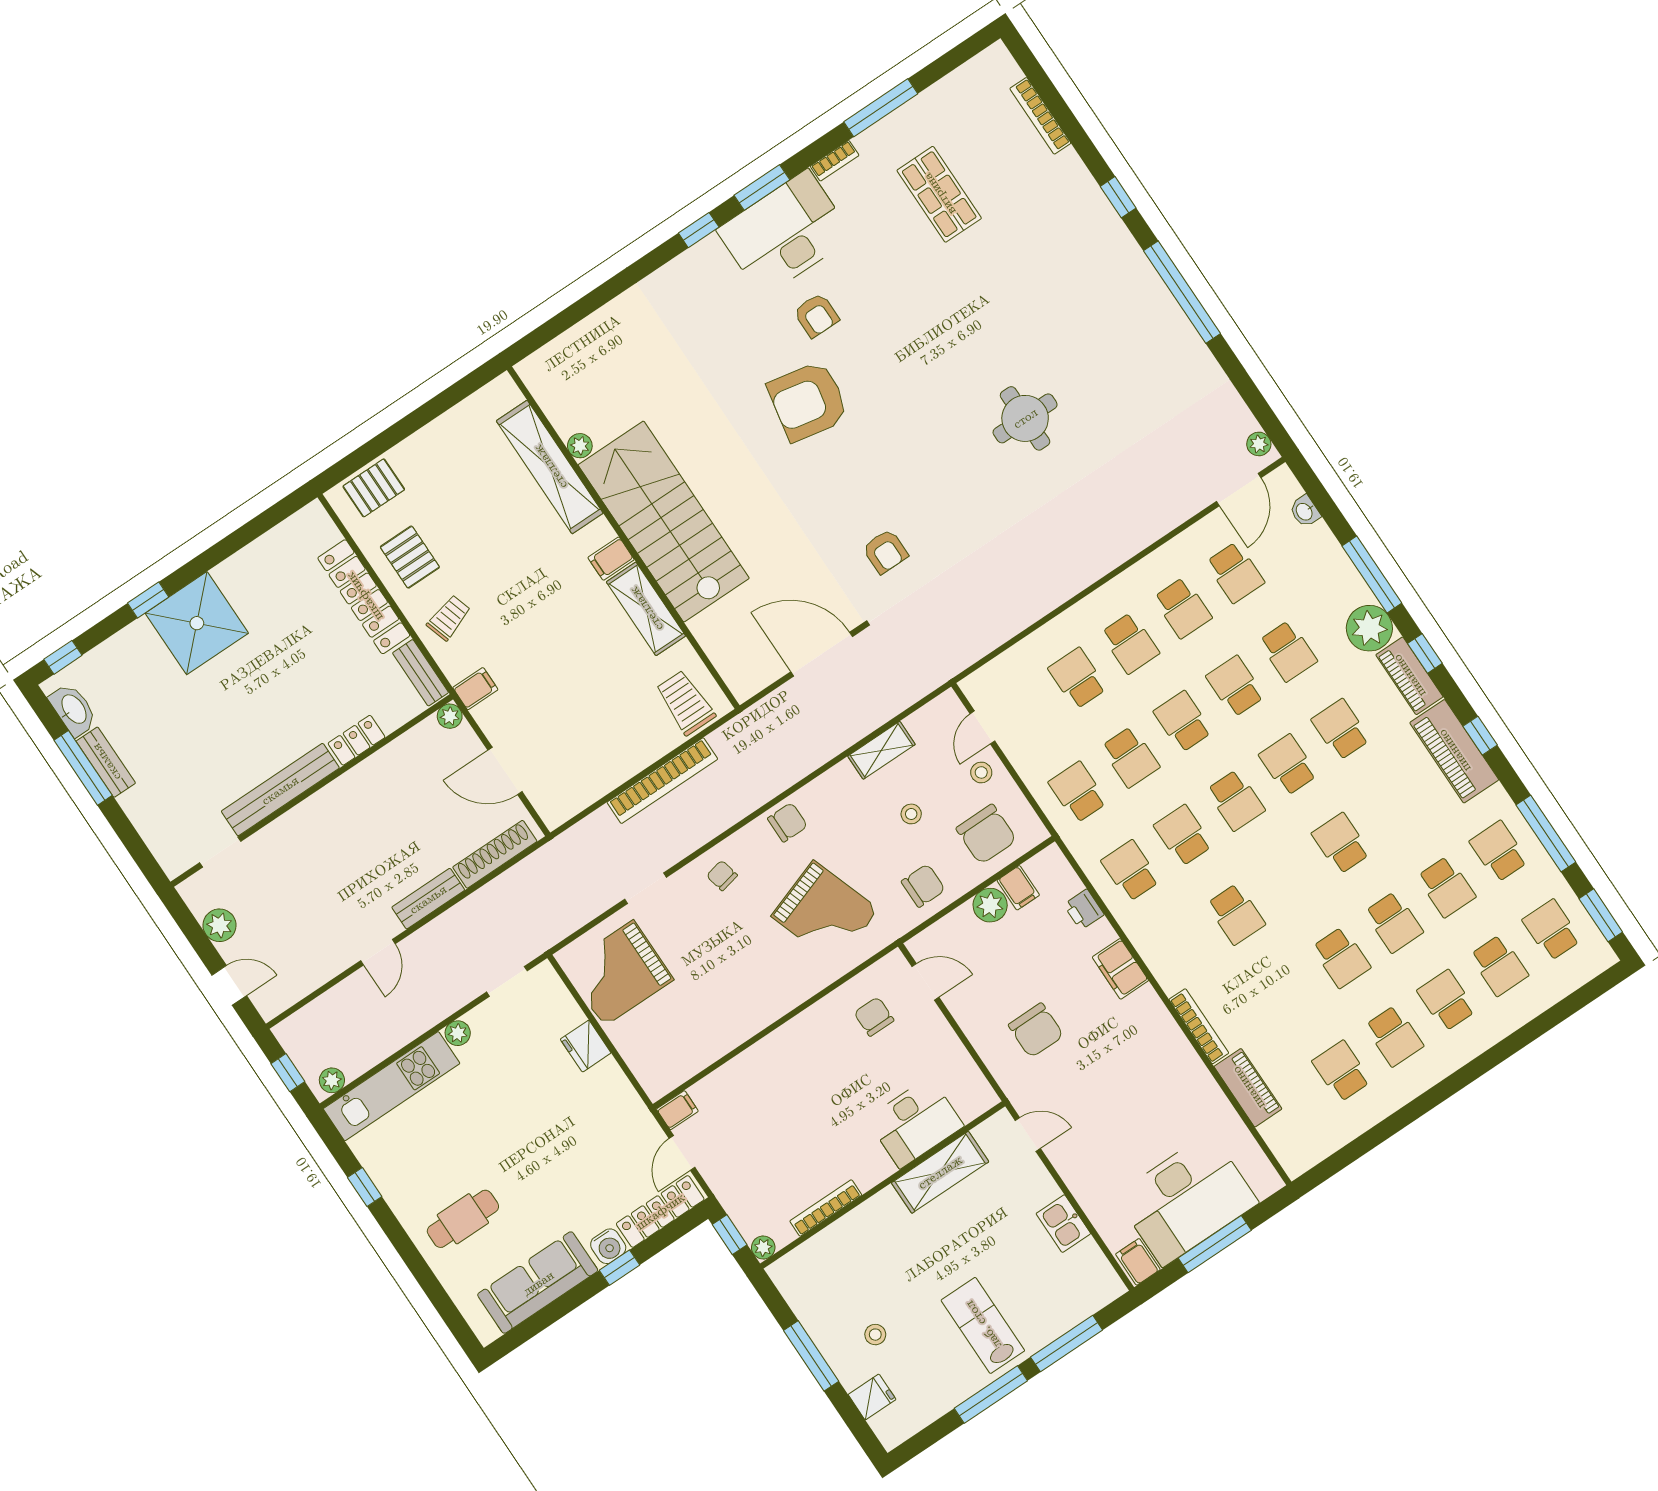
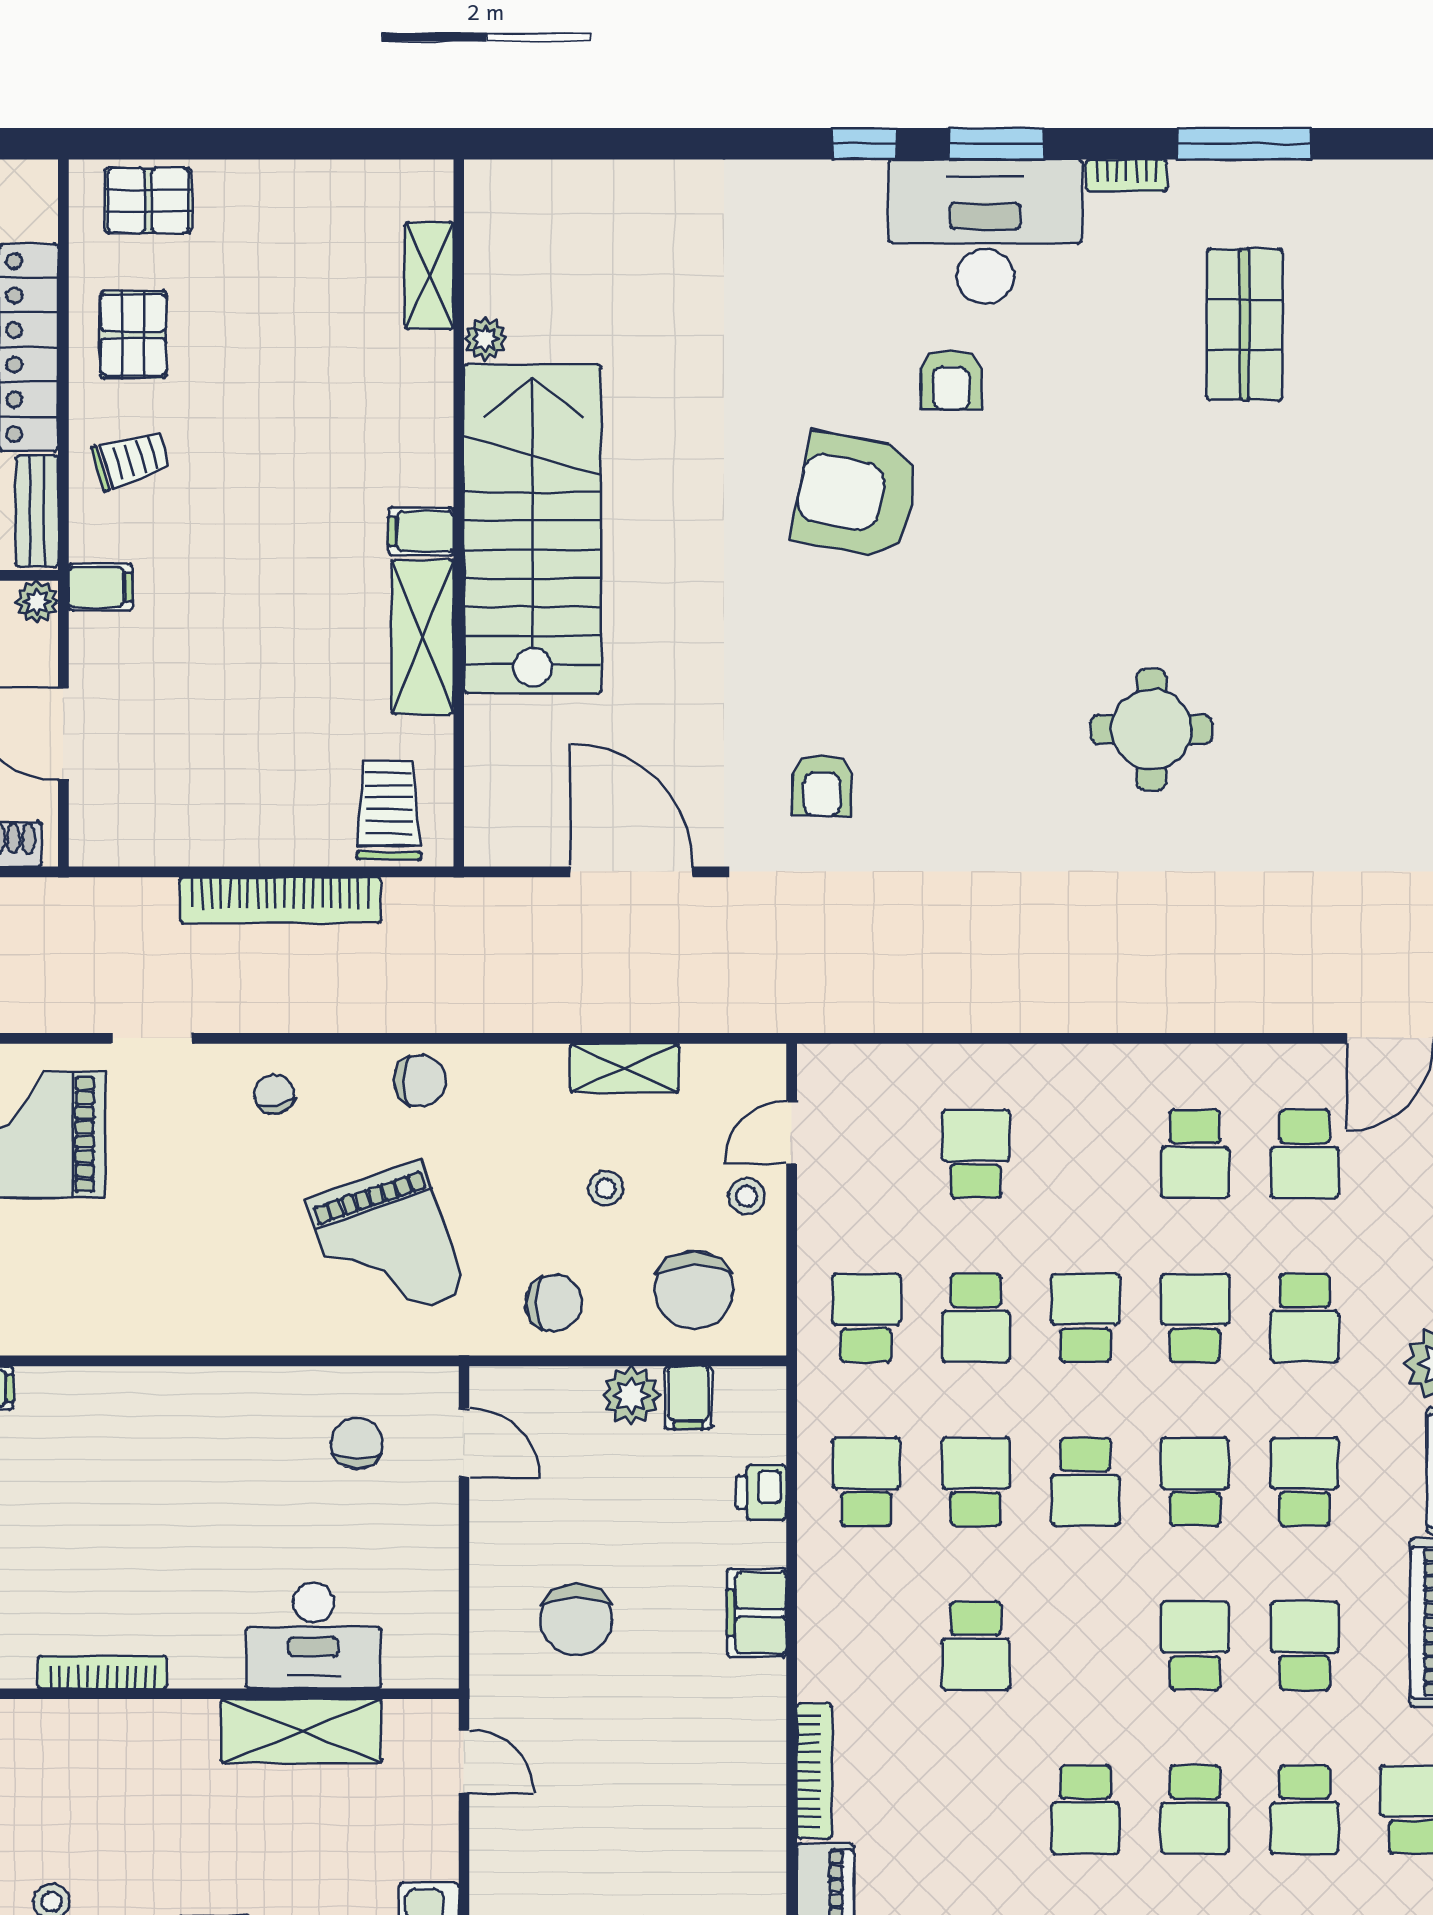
shelving: (550, 467) -> (429, 276), width x0.45, depth x0.75
school desk: (1130, 643) -> (1305, 1646), moved, turned 180

